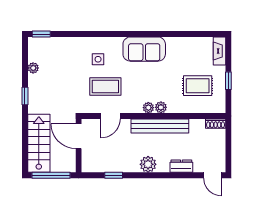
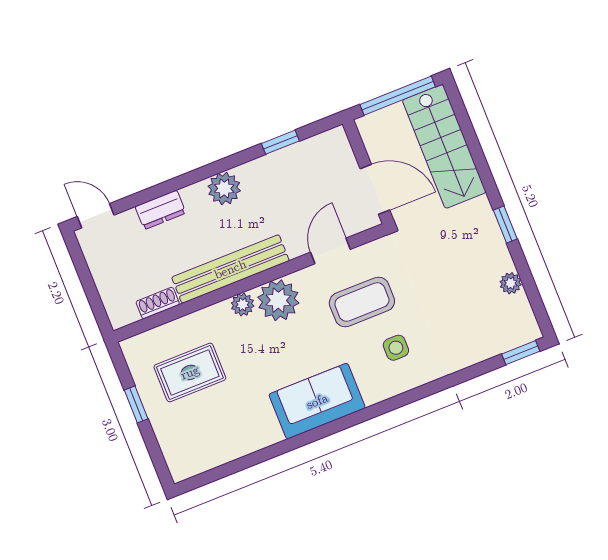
fireplace: (219, 51) -> (175, 454), removed
plant: (148, 108) -> (278, 300), width x1.88, depth x1.88
shoe rack: (216, 124) -> (158, 303), moved

